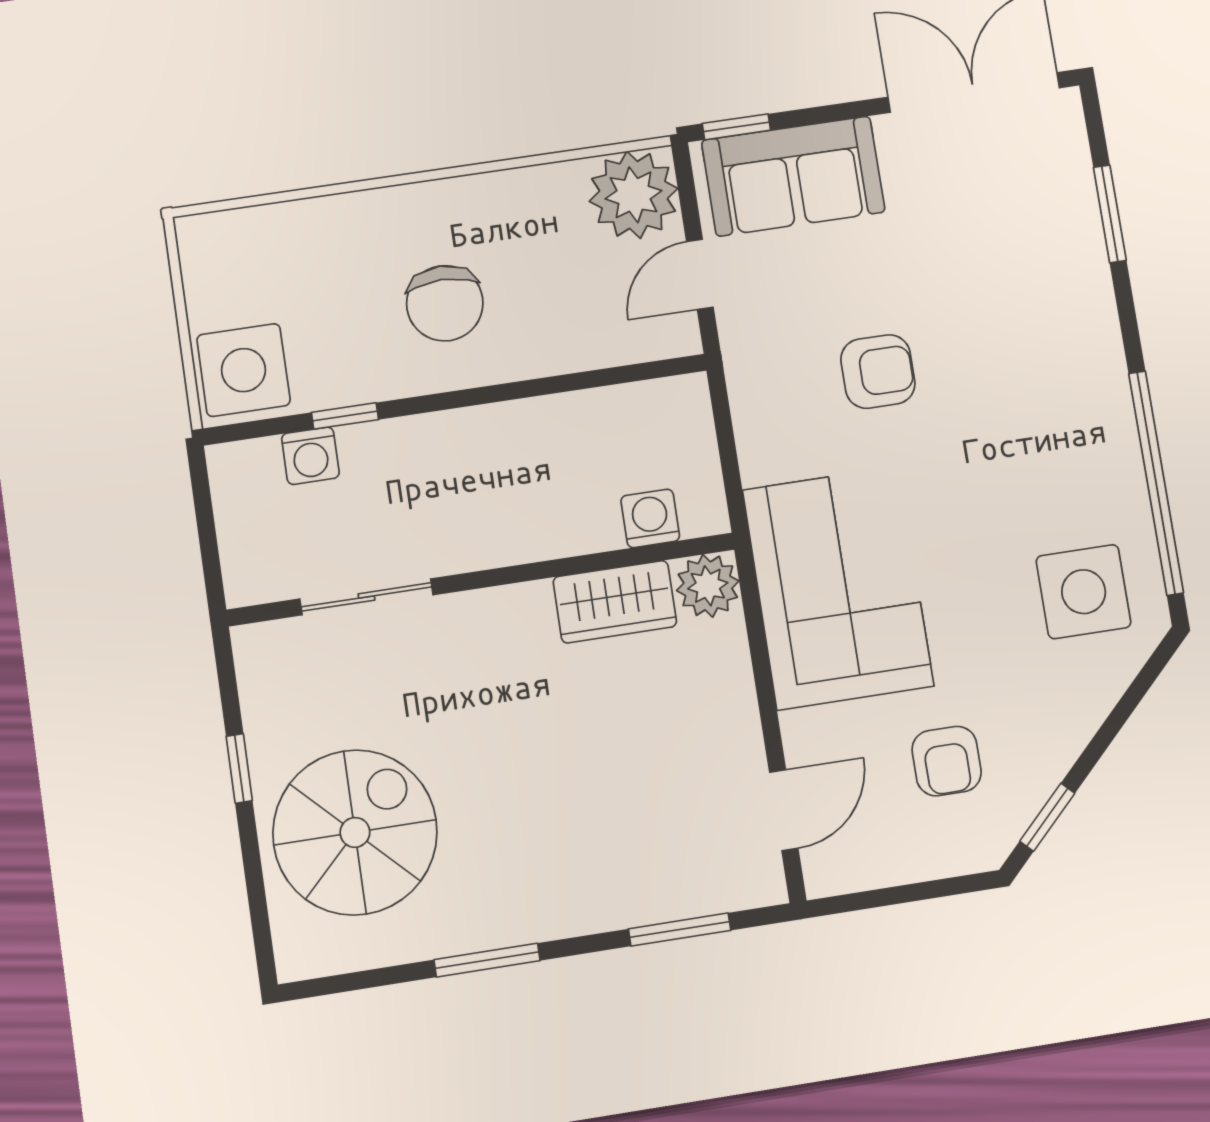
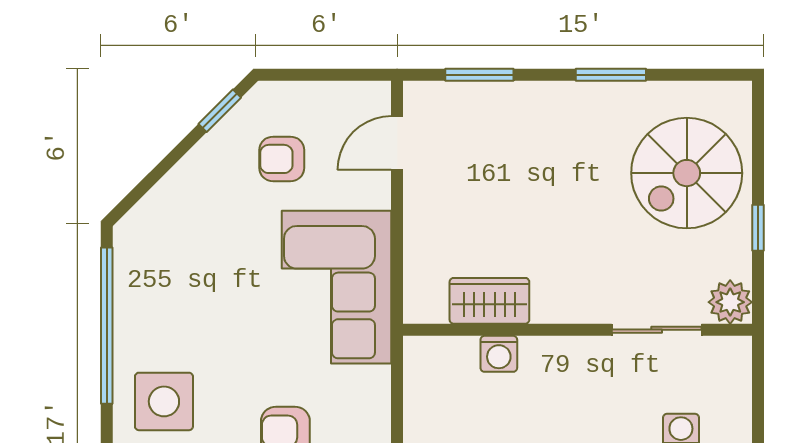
washing machine: (650, 518) -> (499, 354), moved
plant: (708, 586) -> (730, 302), moved
side table: (1084, 592) -> (164, 401), moved
armchair: (947, 761) -> (282, 159), turned -90

